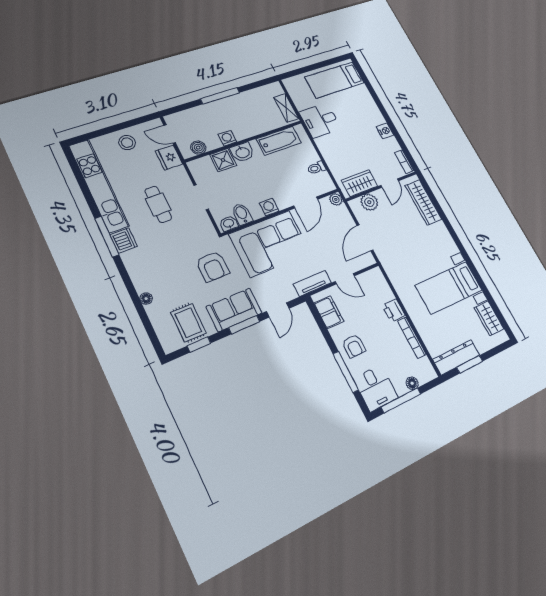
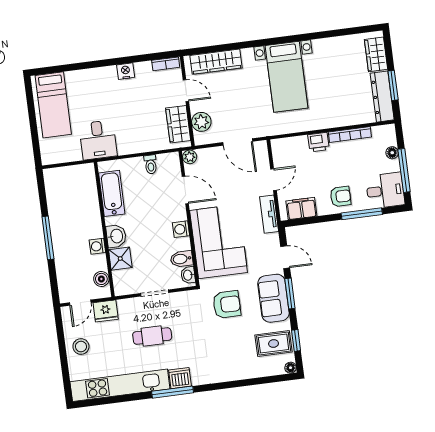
shelving: (286, 108) -> (76, 172), removed
bed with nightstands: (449, 288) -> (287, 77), moved
floor lamp: (146, 299) -> (291, 368), moved
wardrobe: (489, 318) -> (376, 54), moved, turned 90

